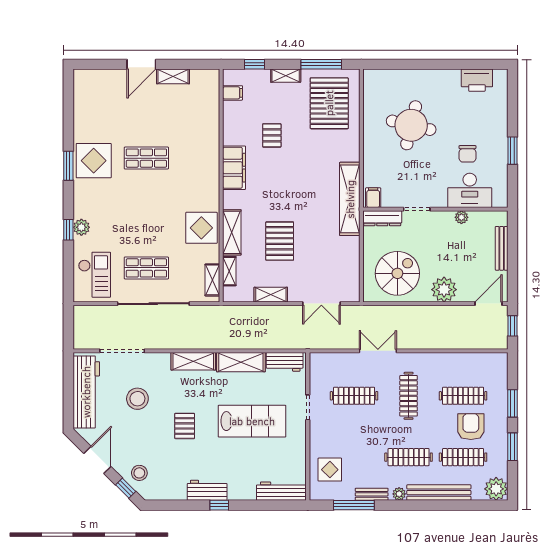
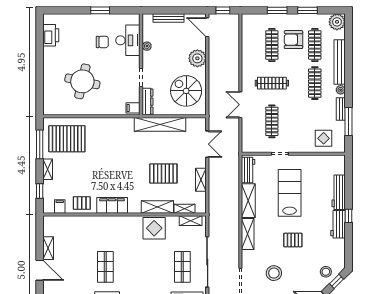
pallet: (272, 135) -> (82, 203), moved
shelving: (350, 199) -> (160, 124), moved
workbench: (281, 491) -> (339, 192), moved

